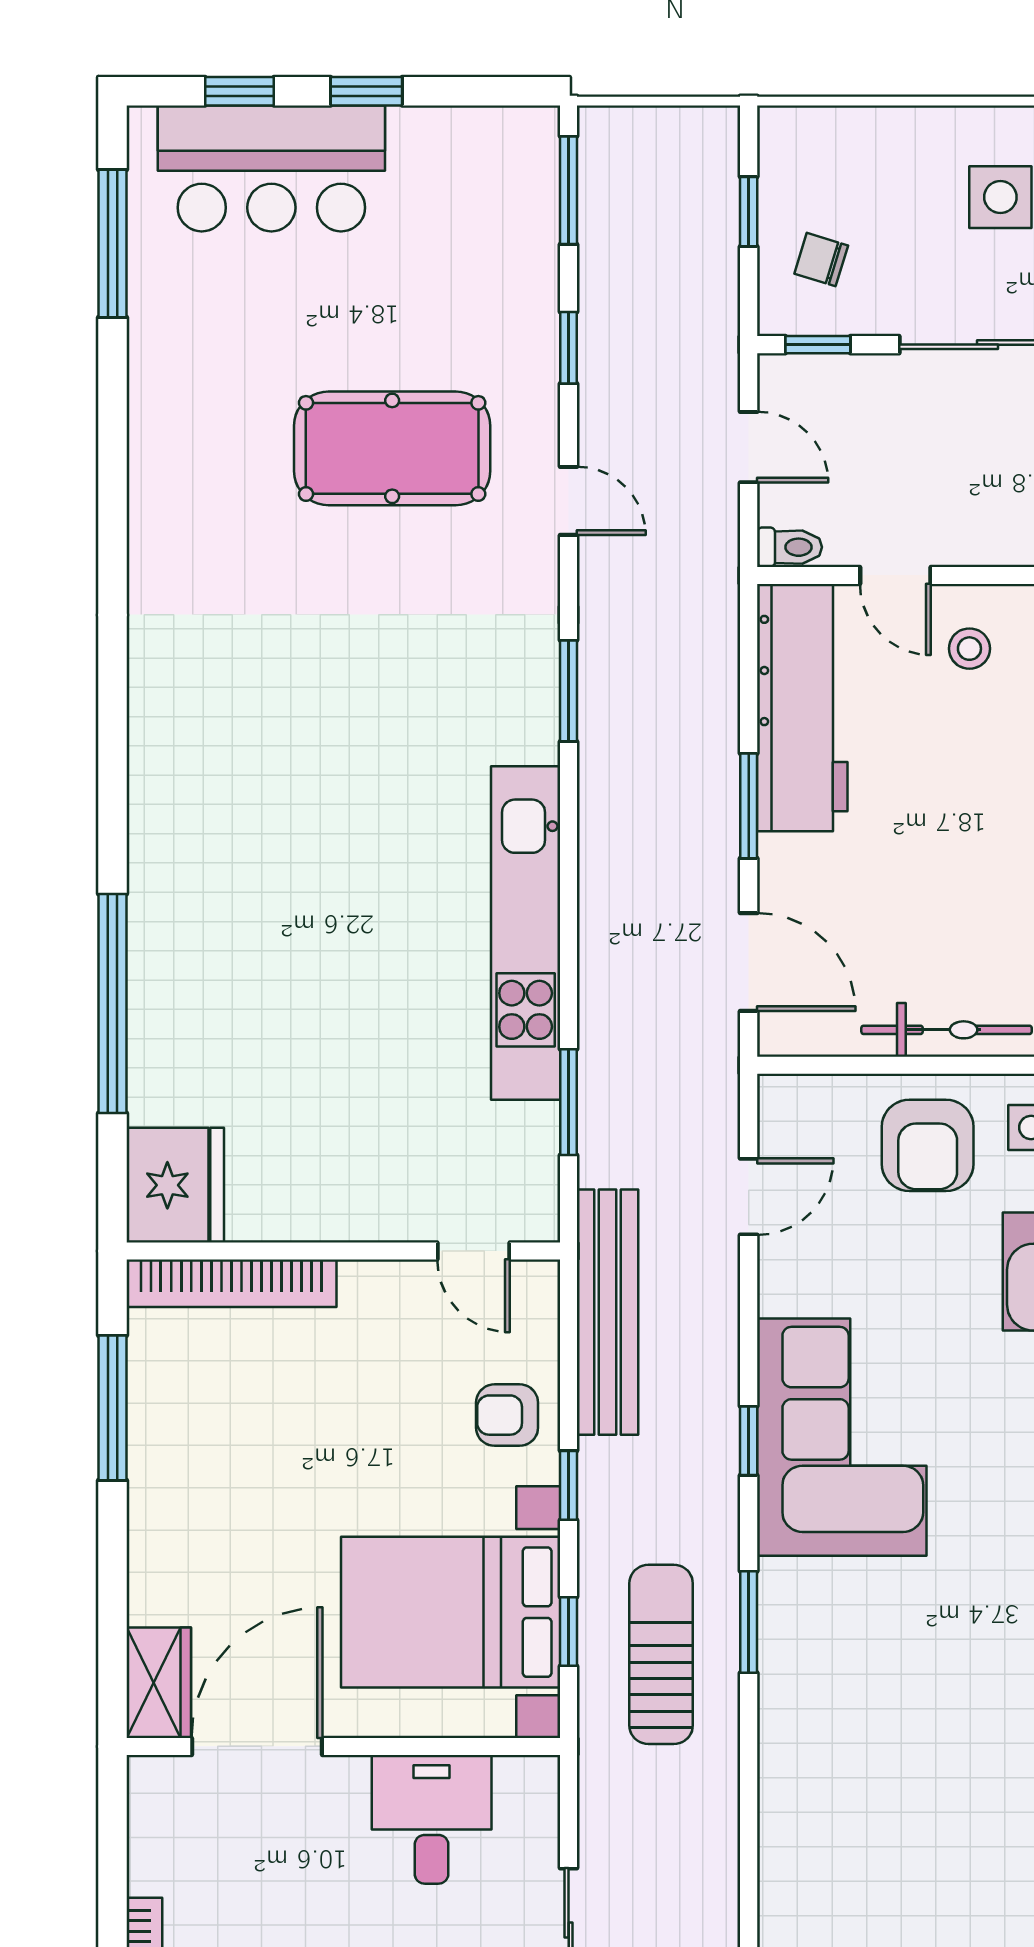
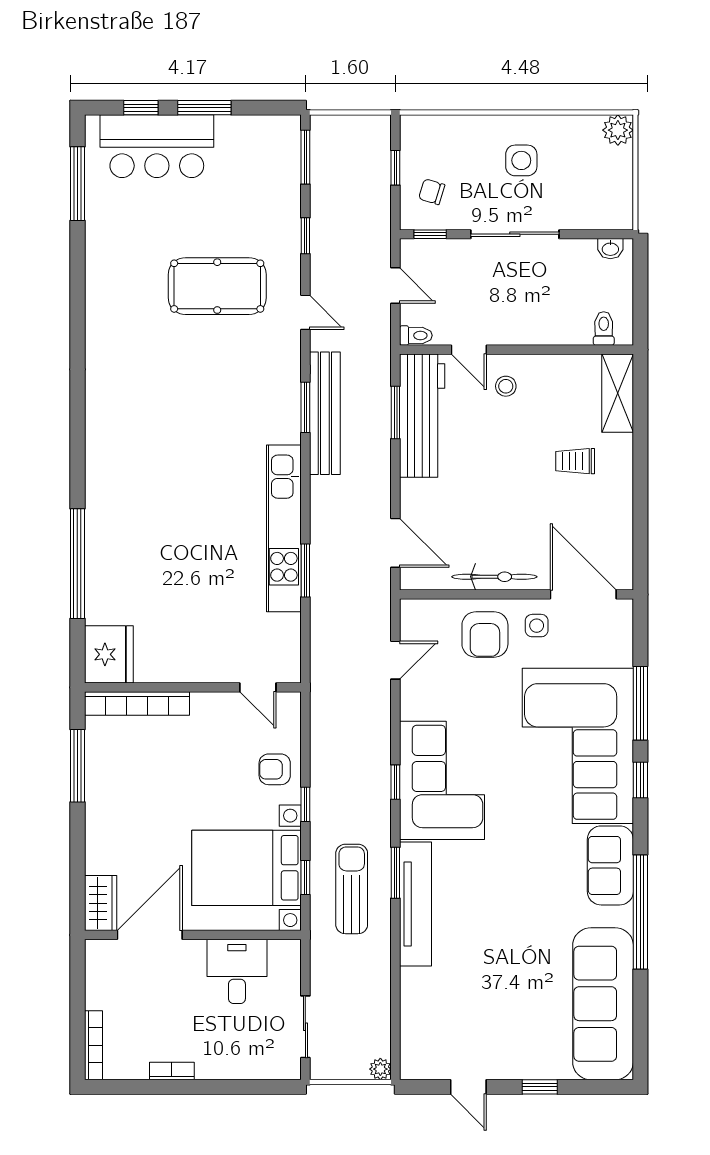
window: (366, 91) -> (204, 108), width x1.50
window: (749, 806) -> (395, 412), moved
window: (569, 1102) -> (305, 571), moved
bench: (608, 1312) -> (325, 413), moved
tv unit: (789, 1685) -> (416, 904), added

